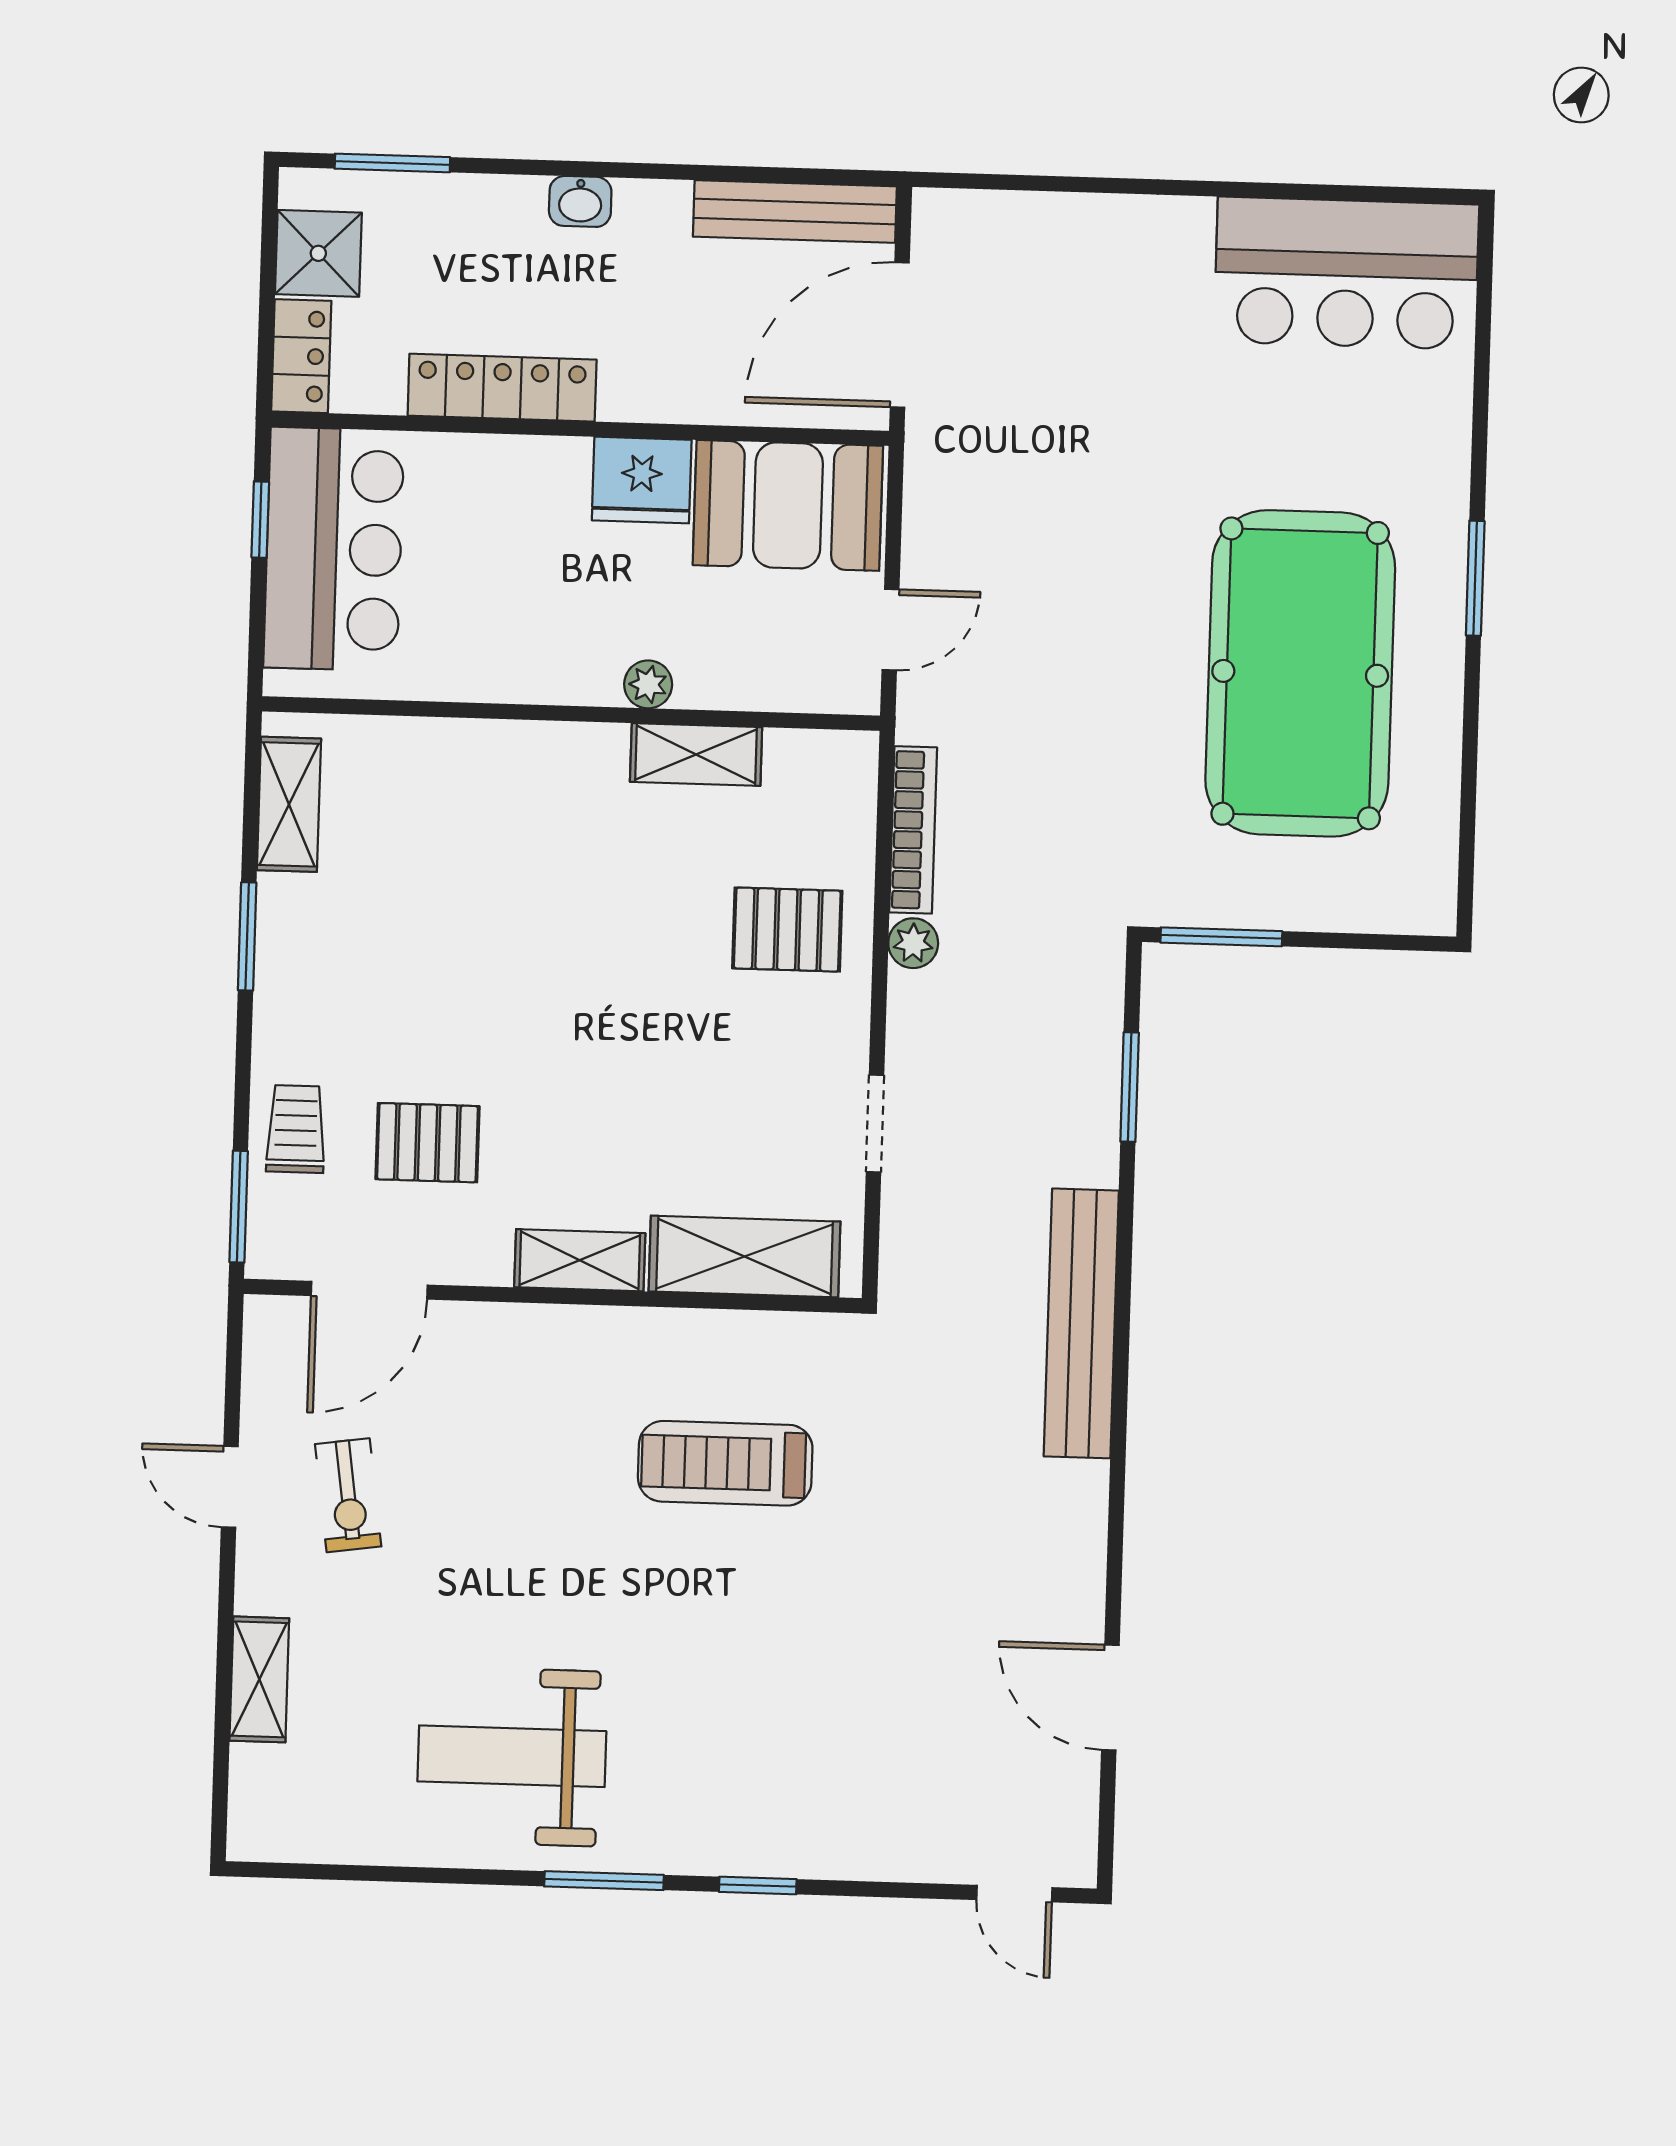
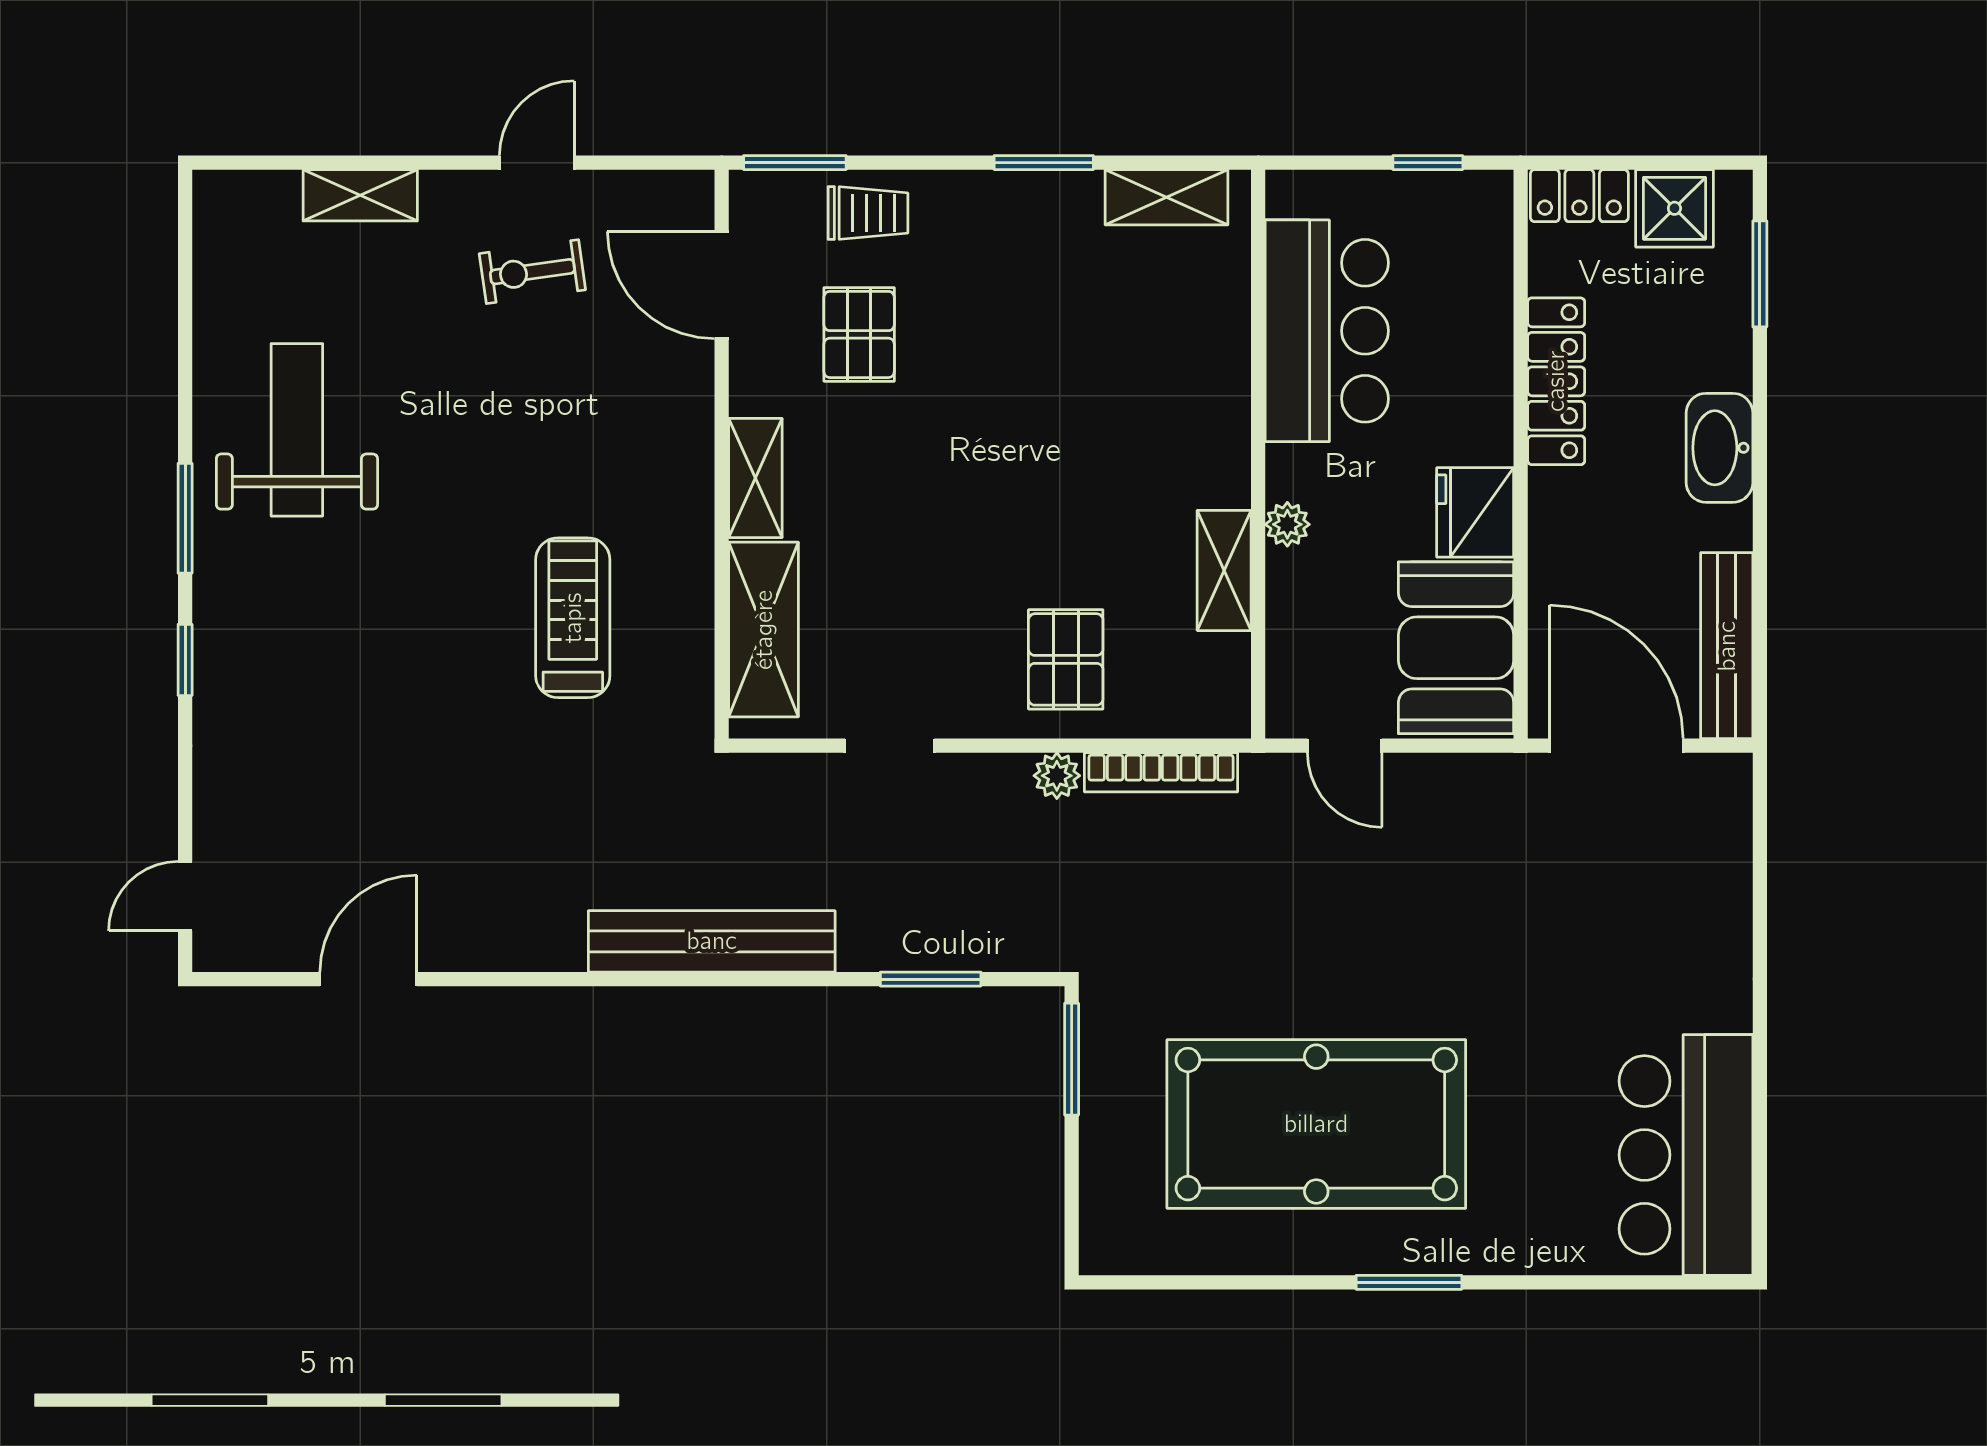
washbasin: (580, 201) -> (1719, 448), width x1.91, depth x1.45
bar counter: (334, 549) -> (1327, 331), moved, turned -90

